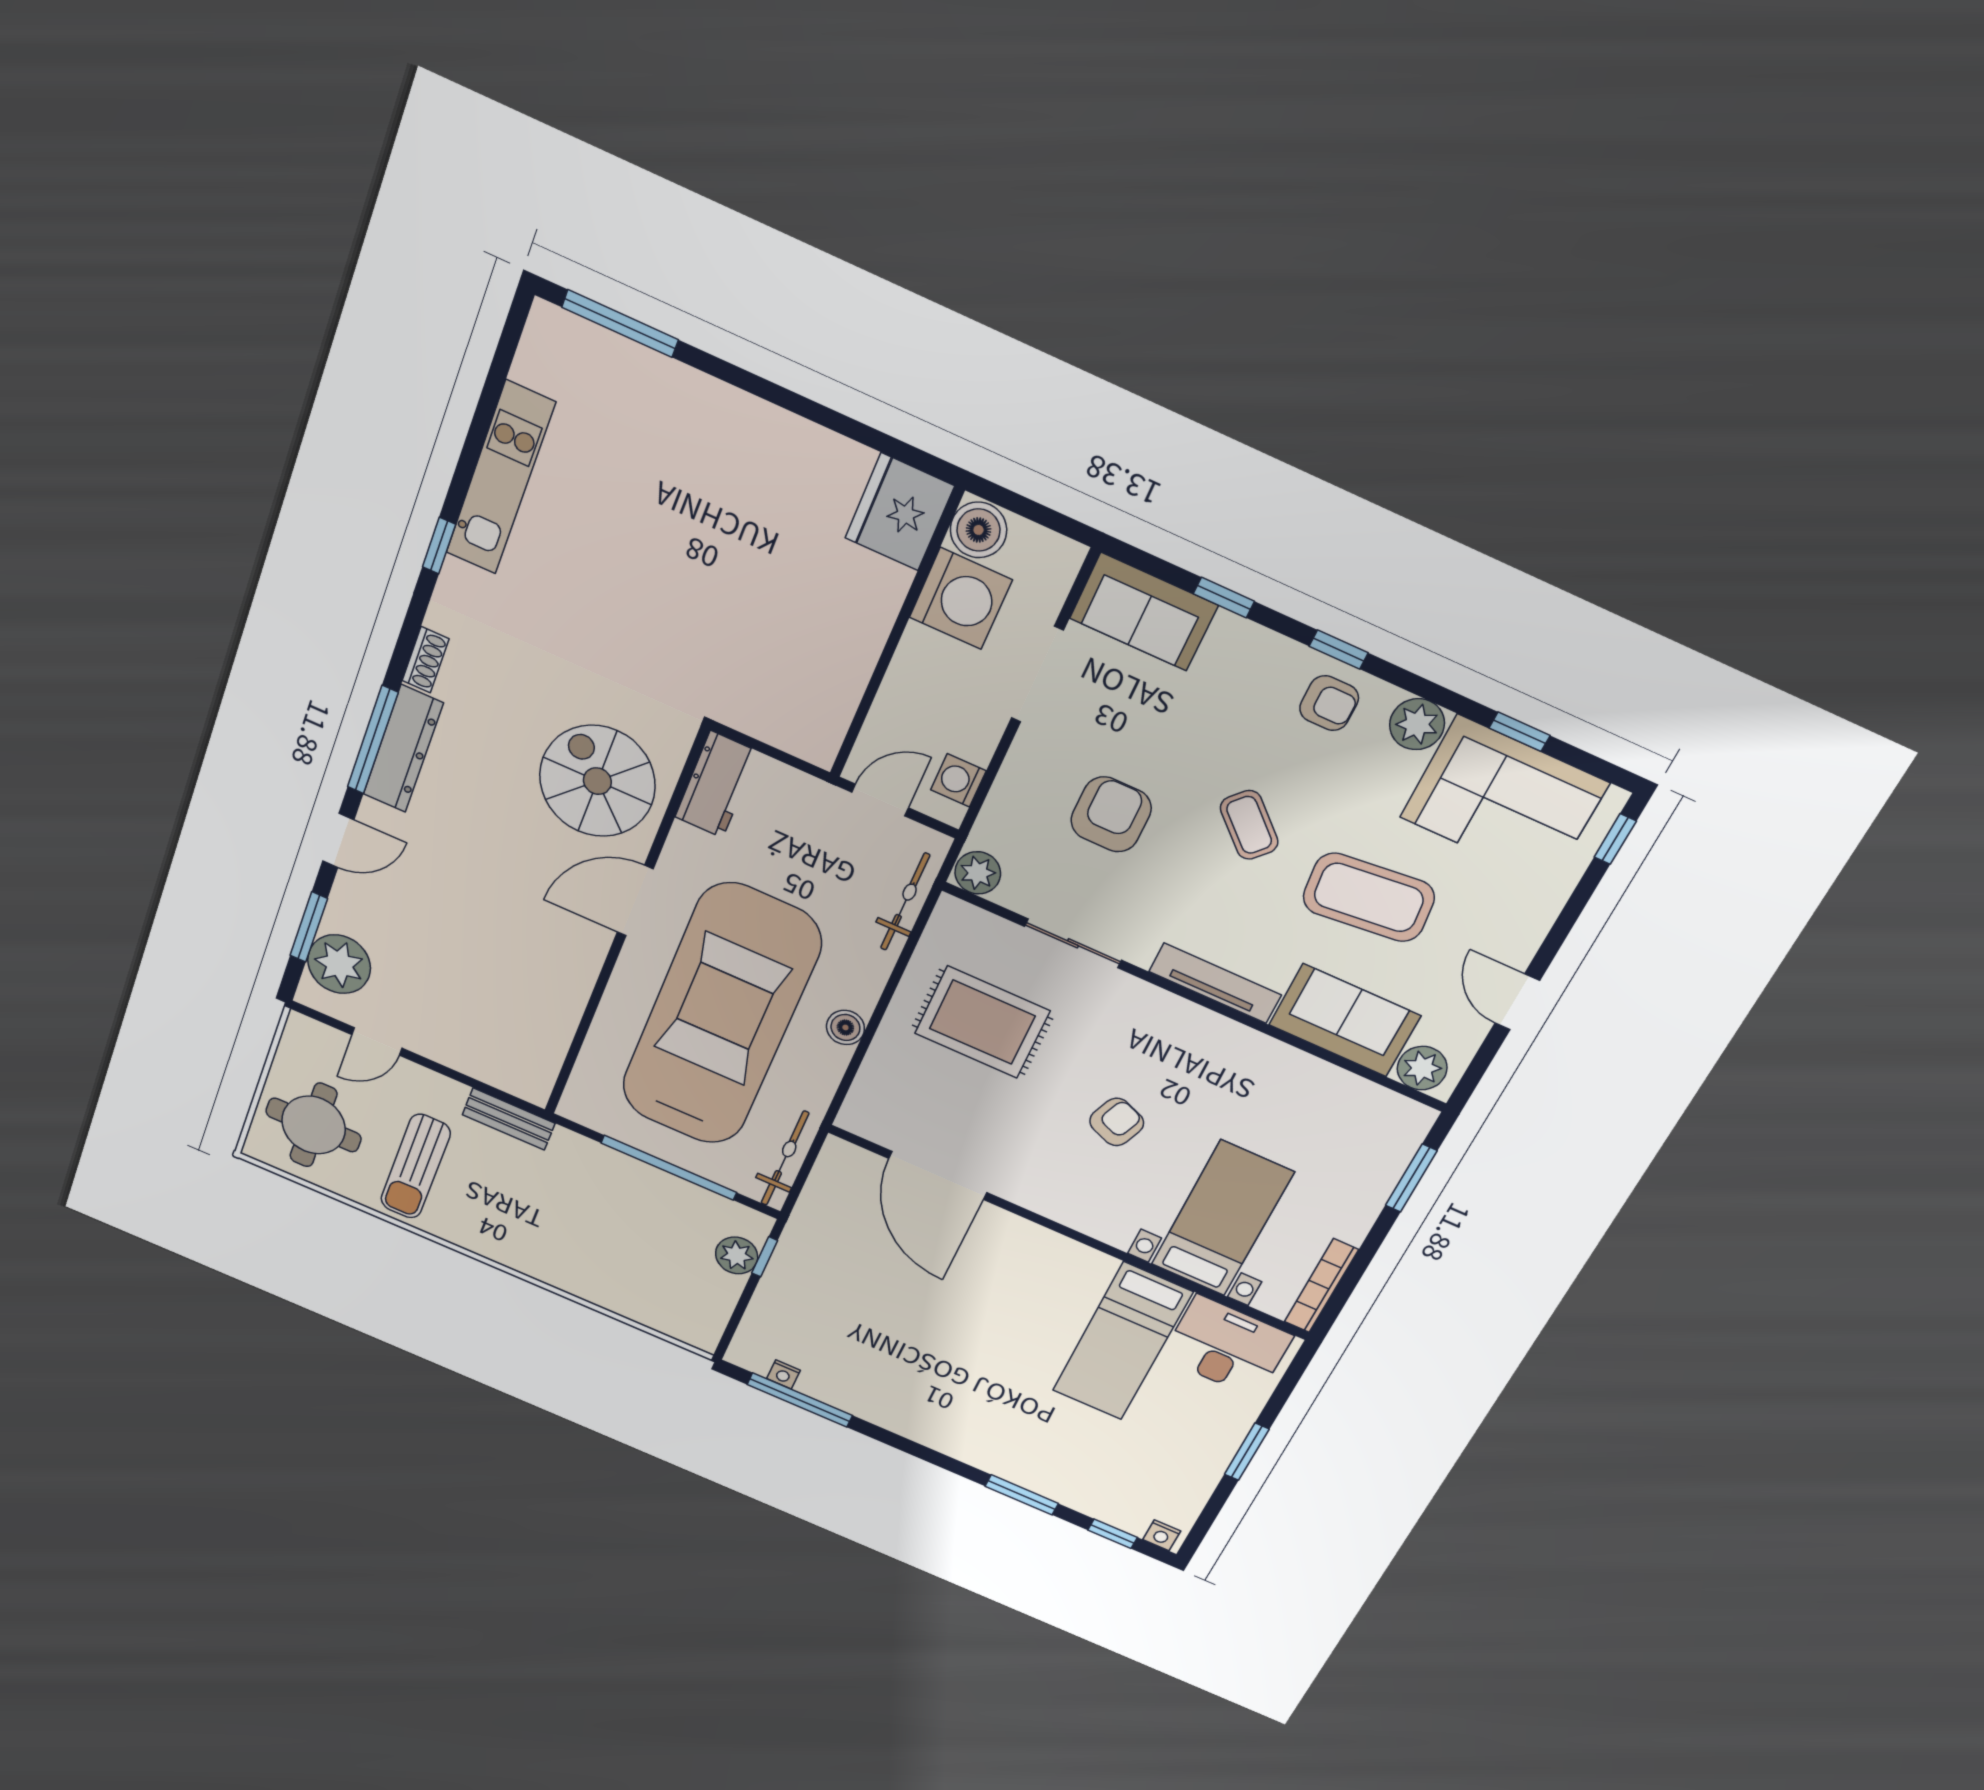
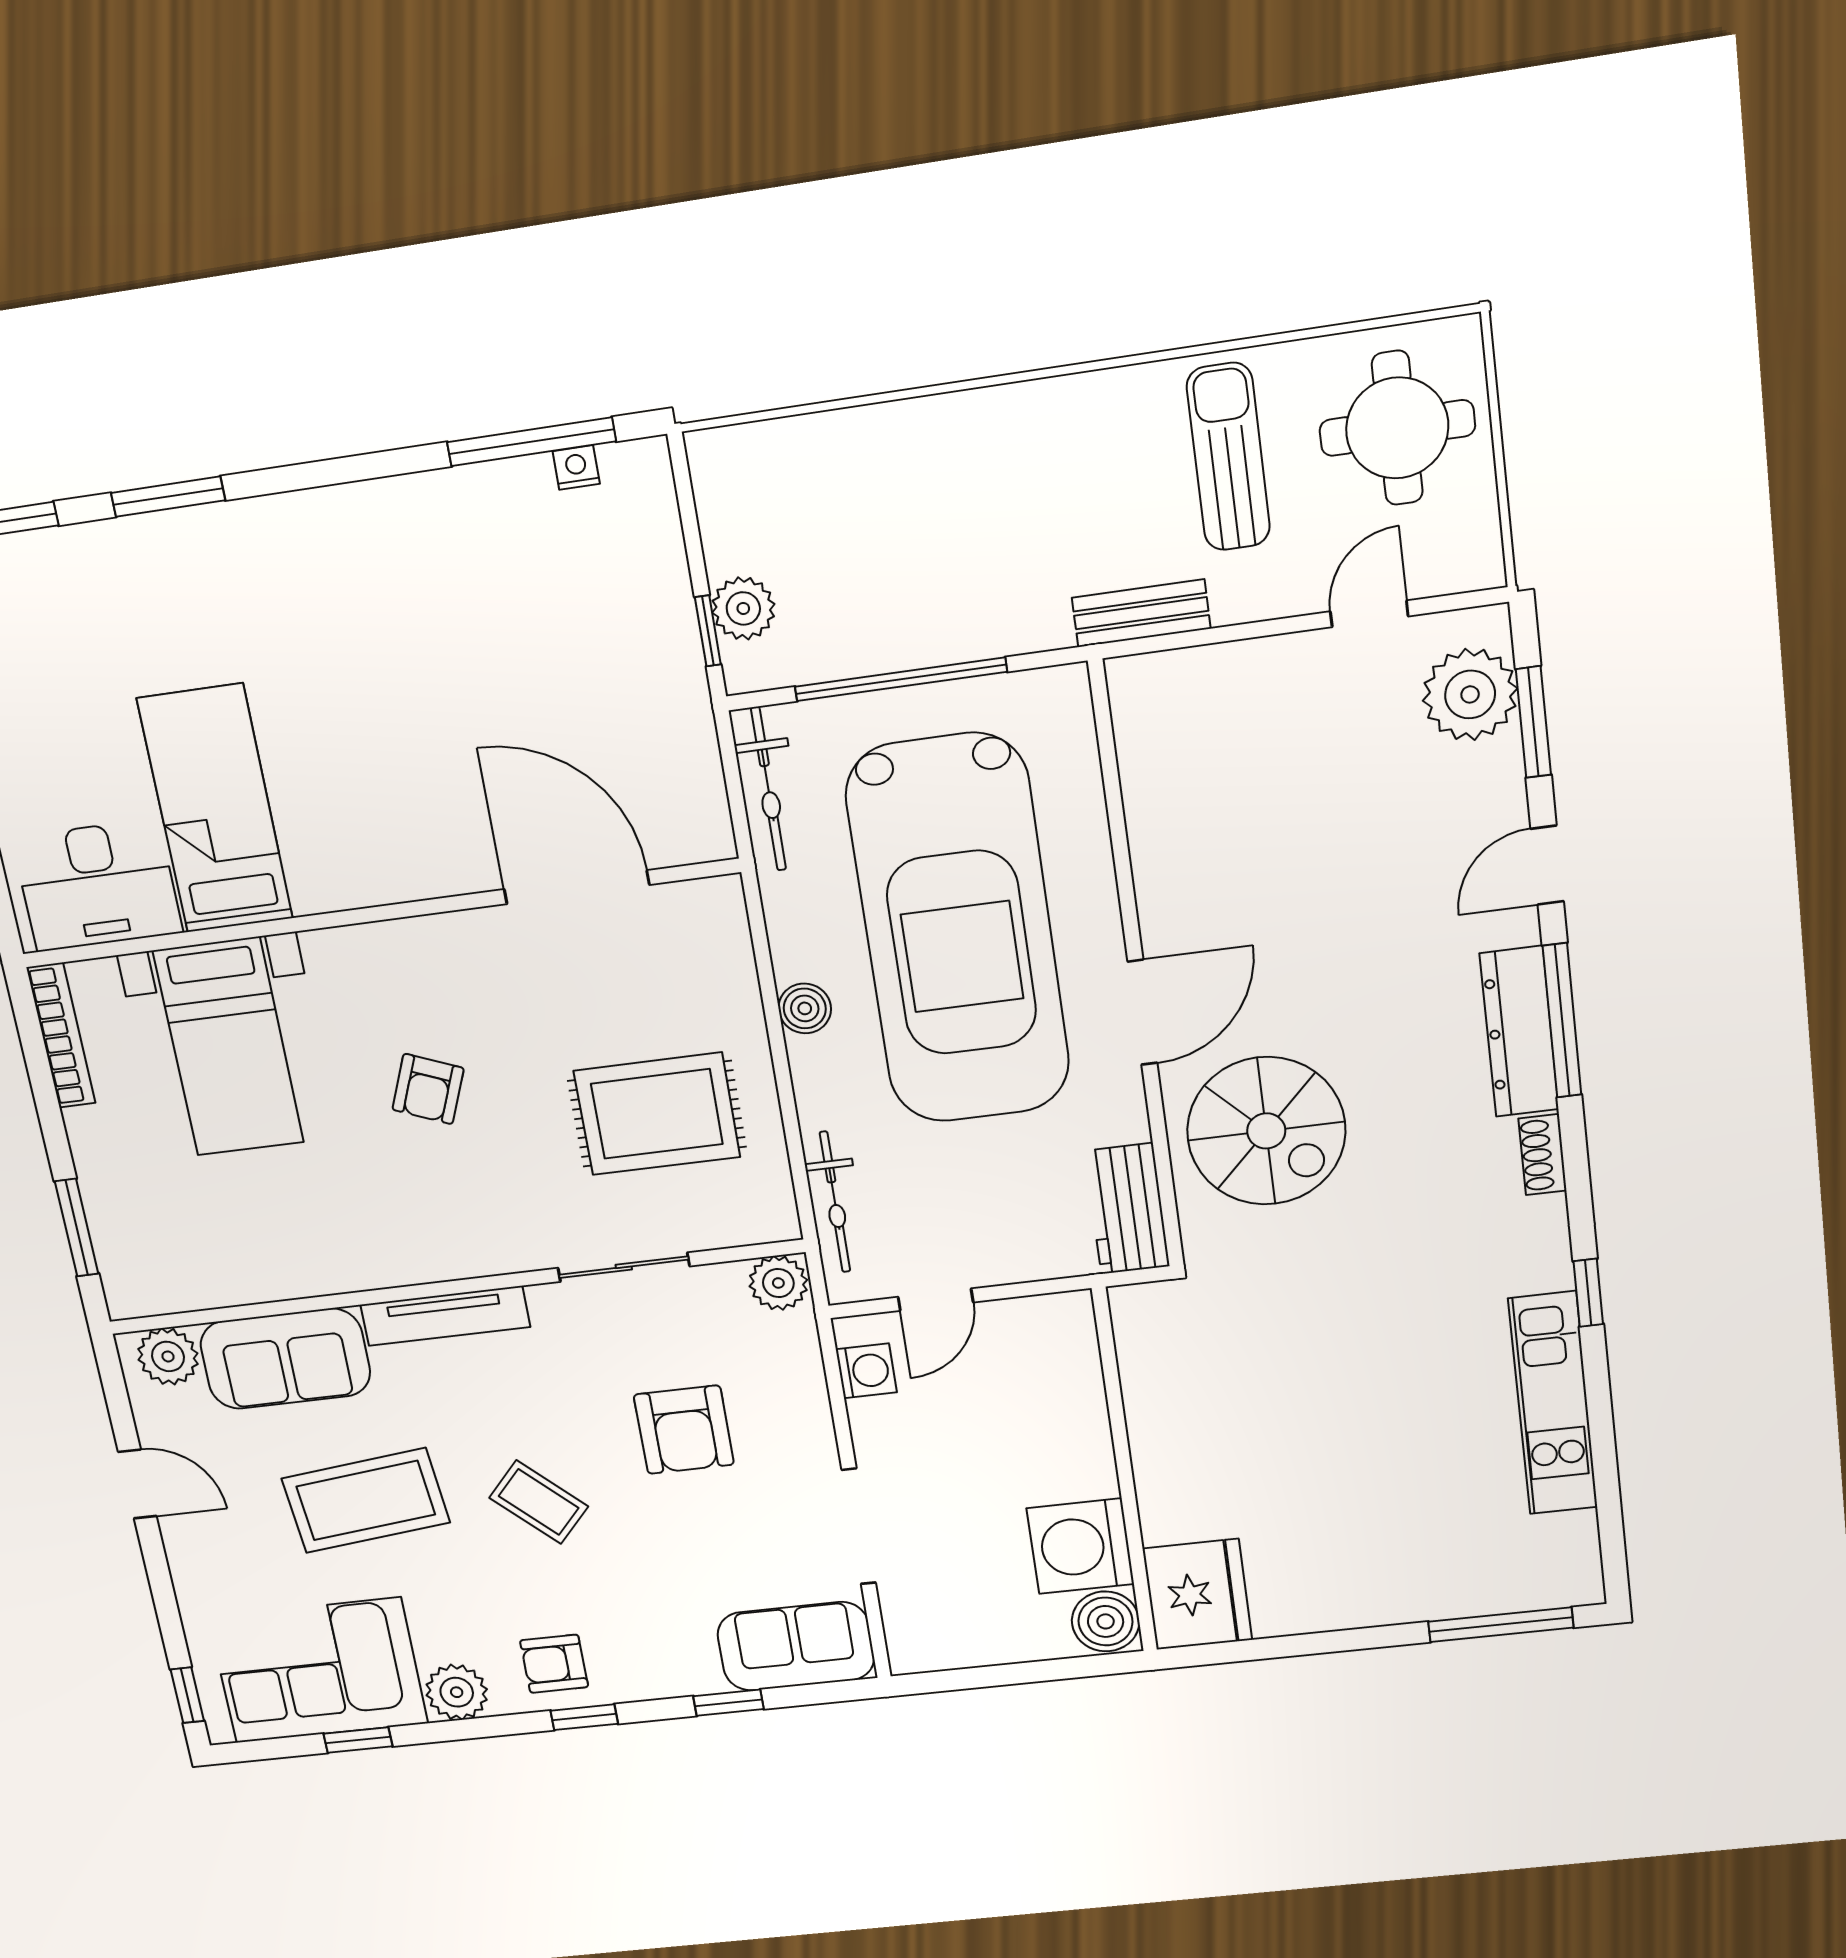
fridge: (900, 512) -> (1197, 1594), moved
boiler: (978, 530) -> (1106, 1621), moved
washing machine: (961, 599) -> (1080, 1546), moved
wall: (896, 635) -> (1125, 1472), moved

